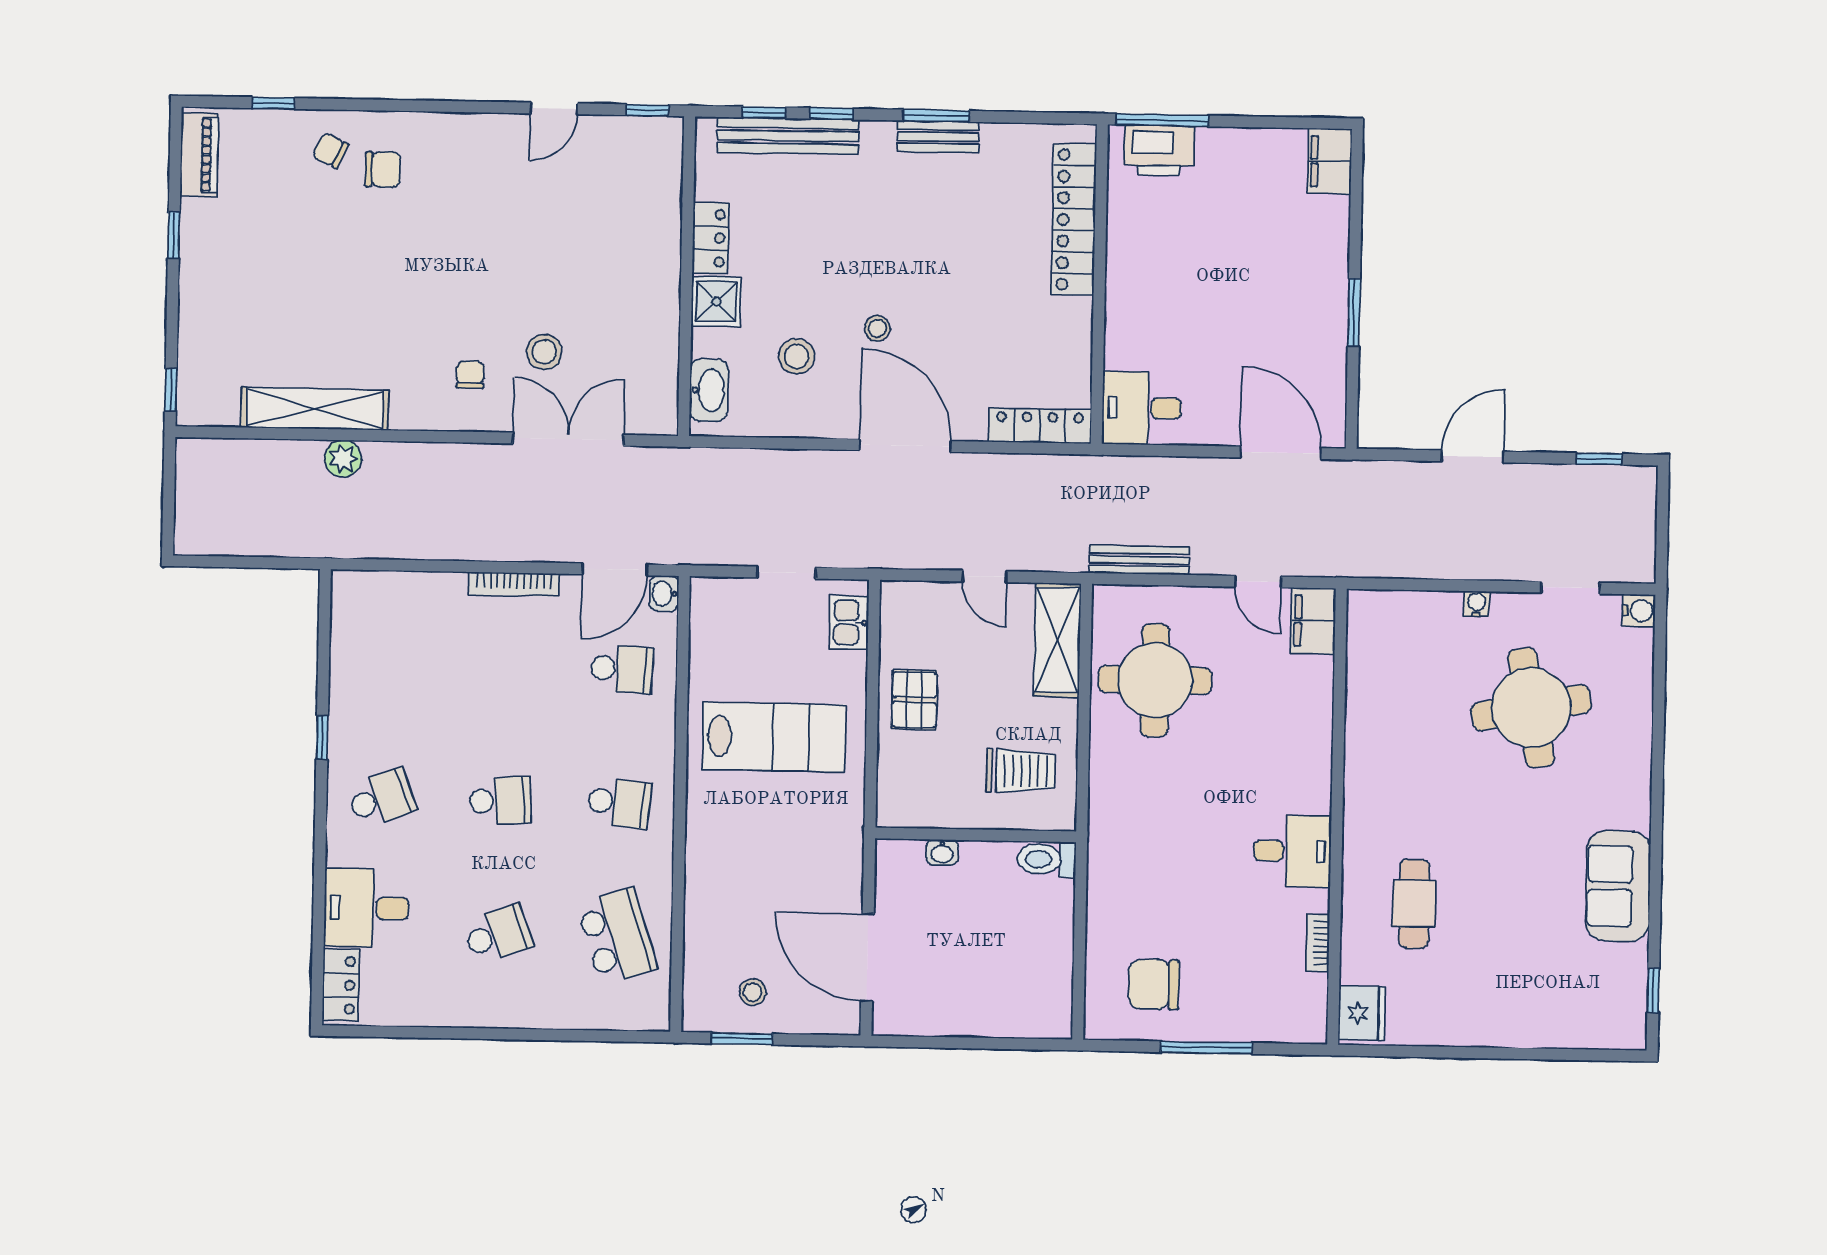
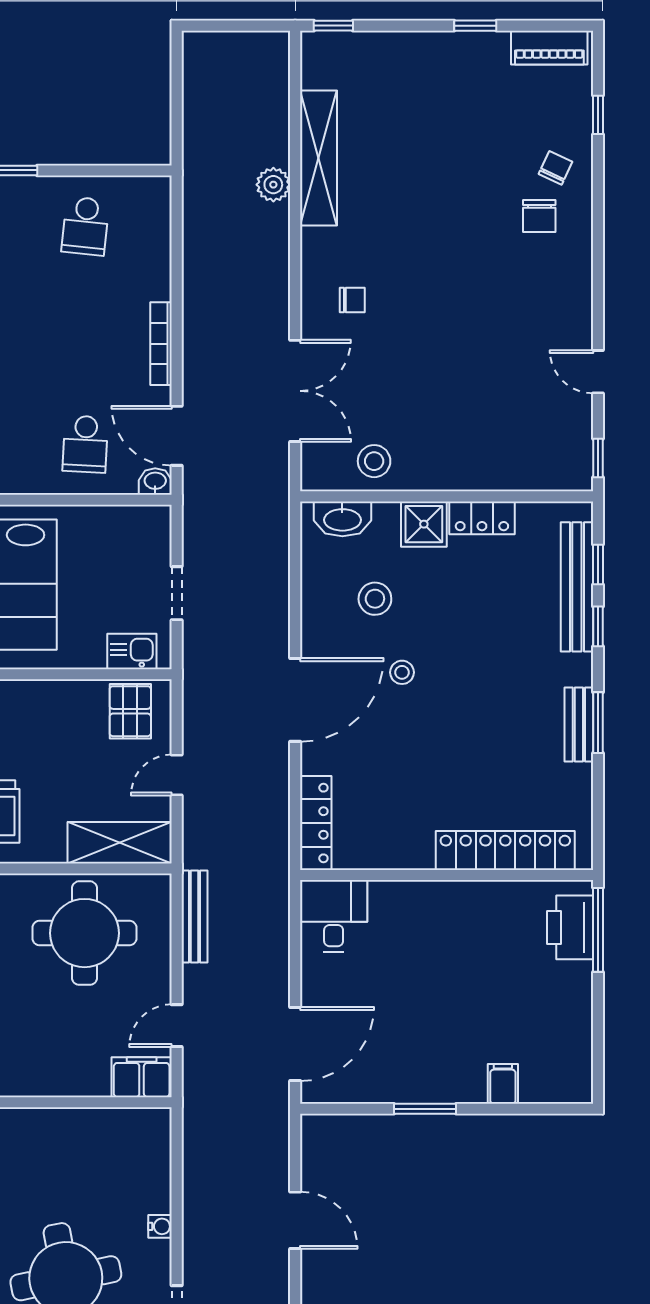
filing cabinet: (1330, 161) -> (503, 1084), moved, width x0.50
stool: (544, 352) -> (374, 461), moved
school desk: (384, 664) -> (85, 226), added
pallet: (914, 700) -> (130, 711), moved, turned 90

